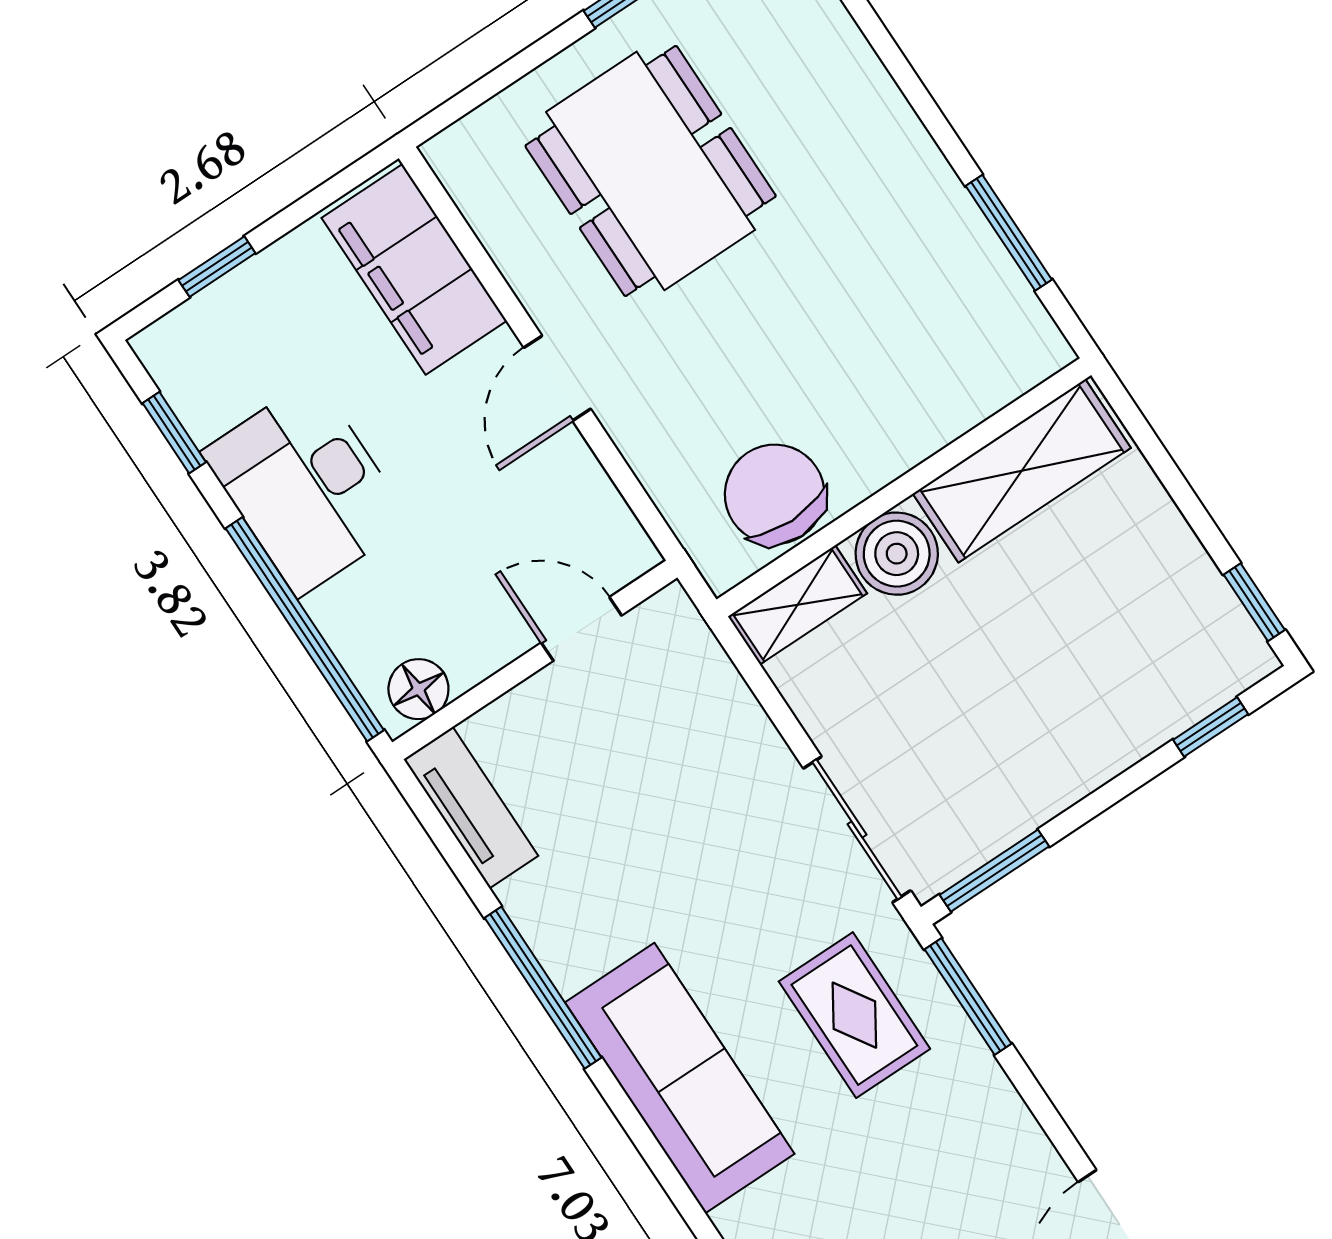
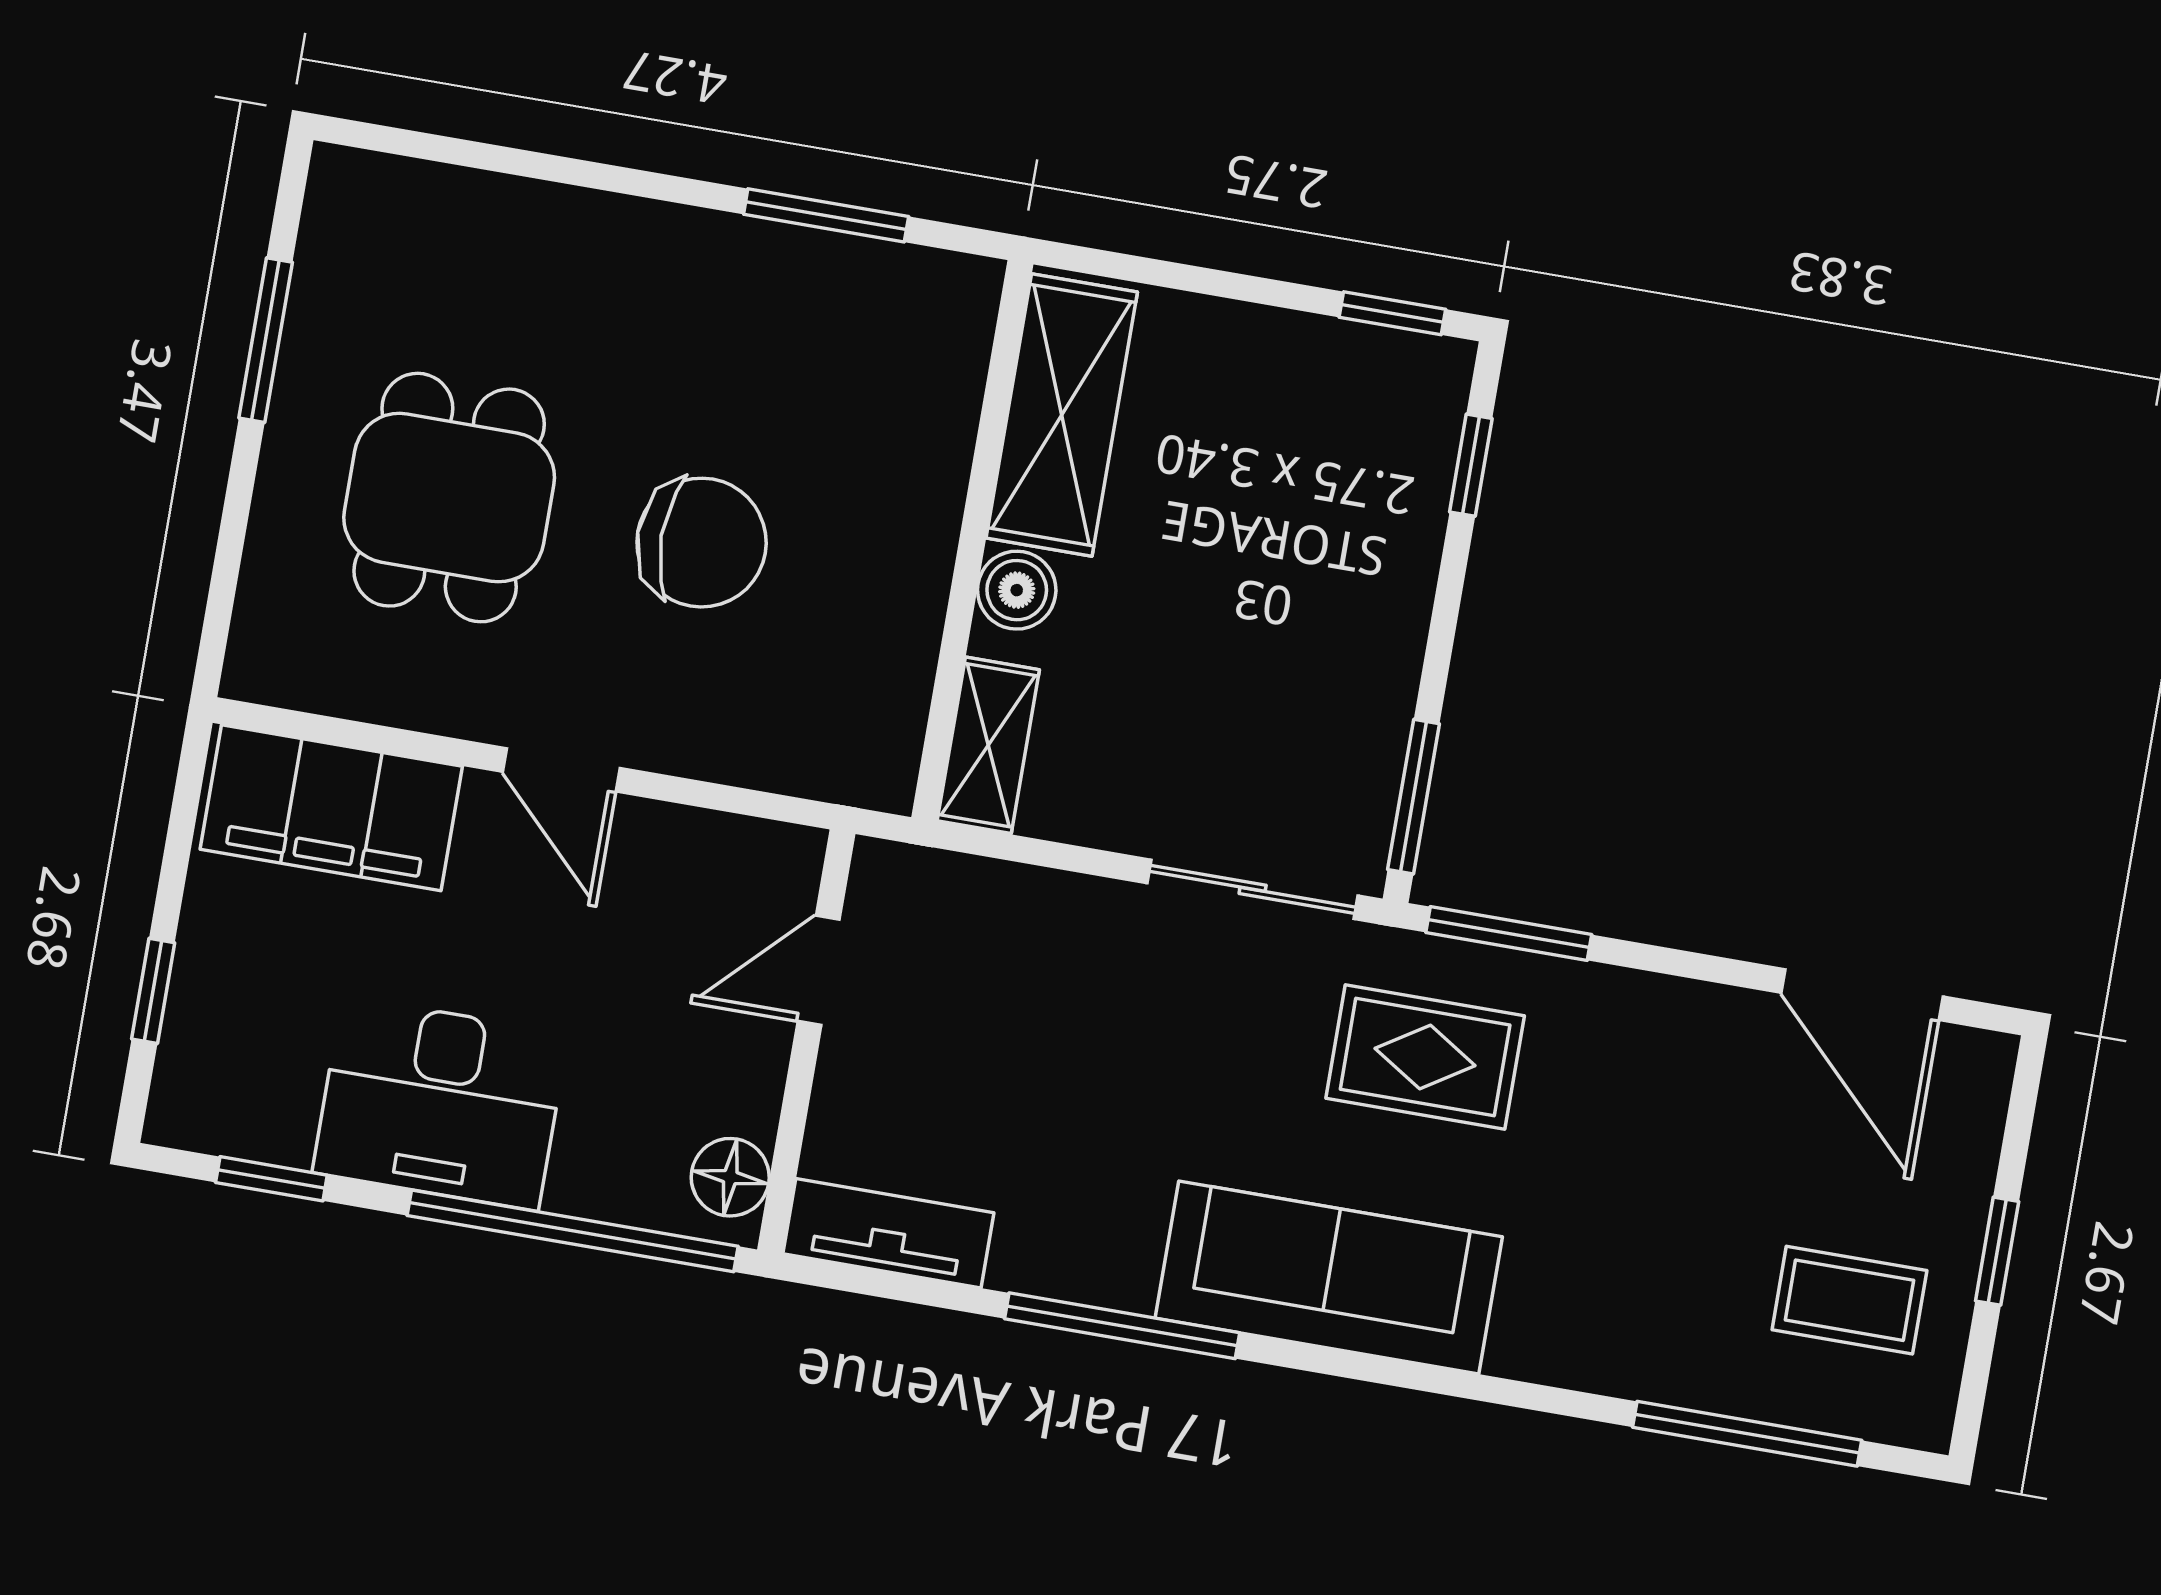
dining table: (651, 171) -> (449, 498), width x0.73
chair: (775, 494) -> (702, 543), moved, turned 180
boiler: (897, 554) -> (1017, 590), width x0.73, depth x0.73

